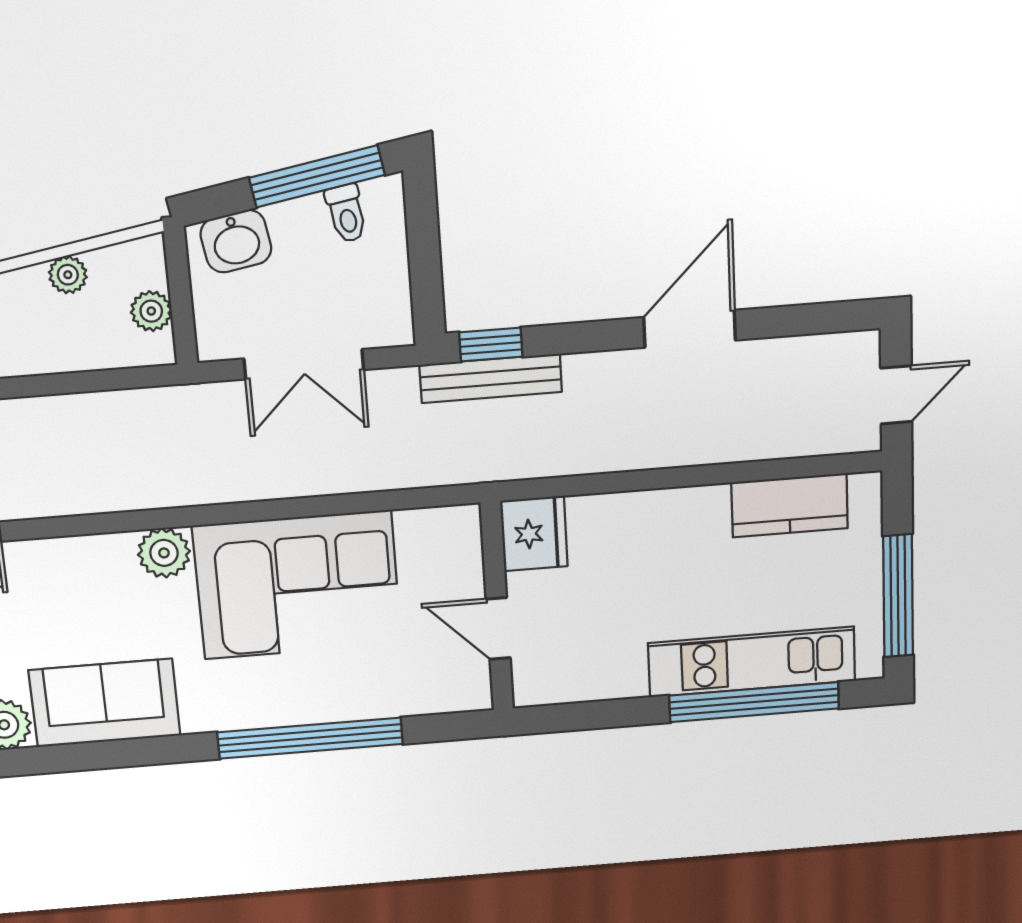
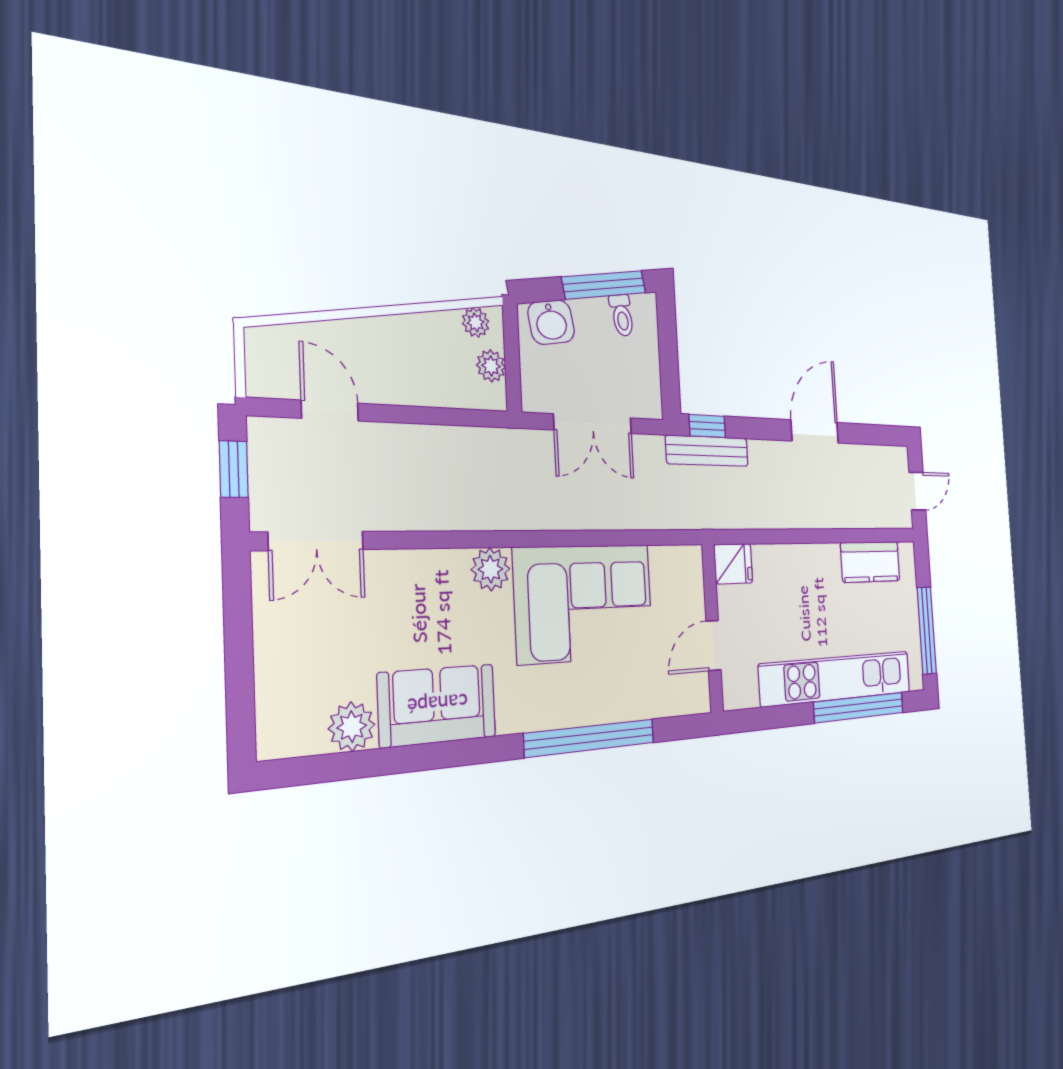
plant: (68, 275) -> (476, 322), moved
fridge: (534, 534) -> (733, 564), width x0.72
door: (498, 628) -> (713, 645), hinge flipped
kitchen unit: (752, 662) -> (837, 678), width x1.36

